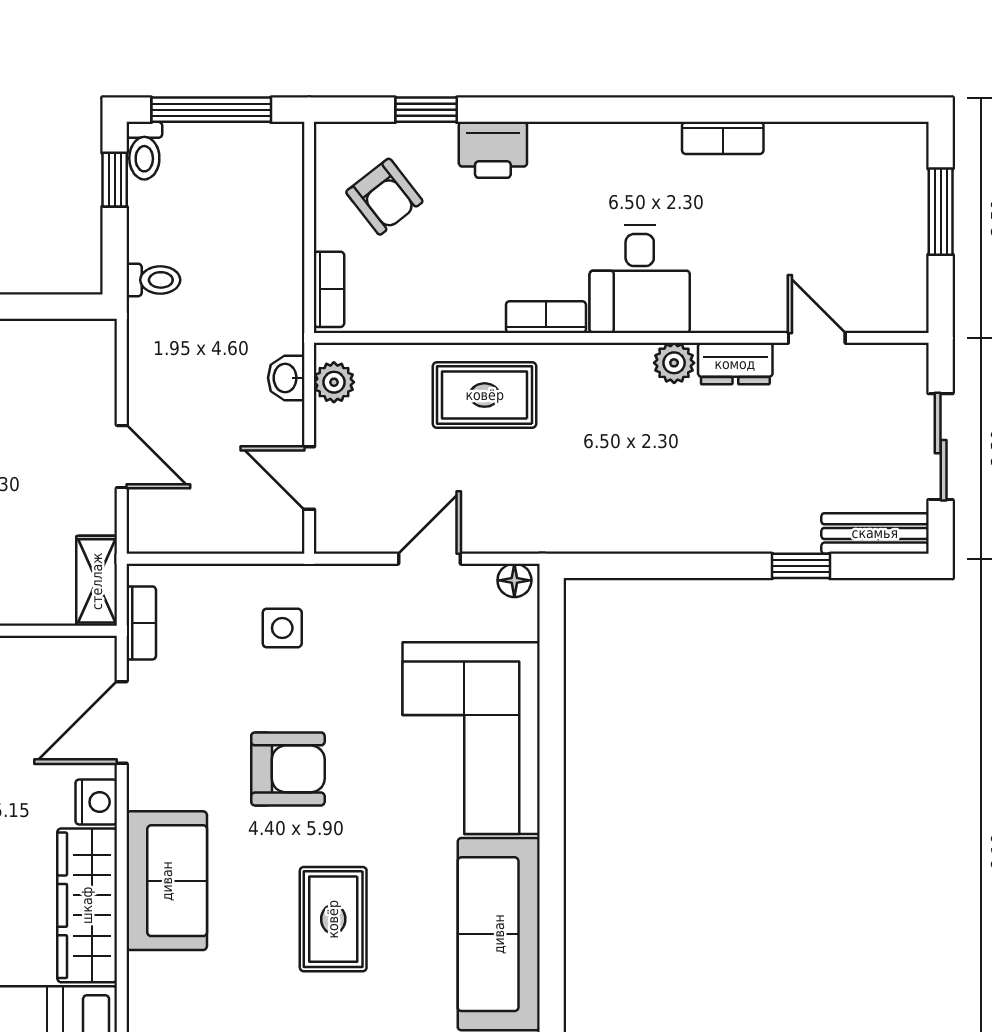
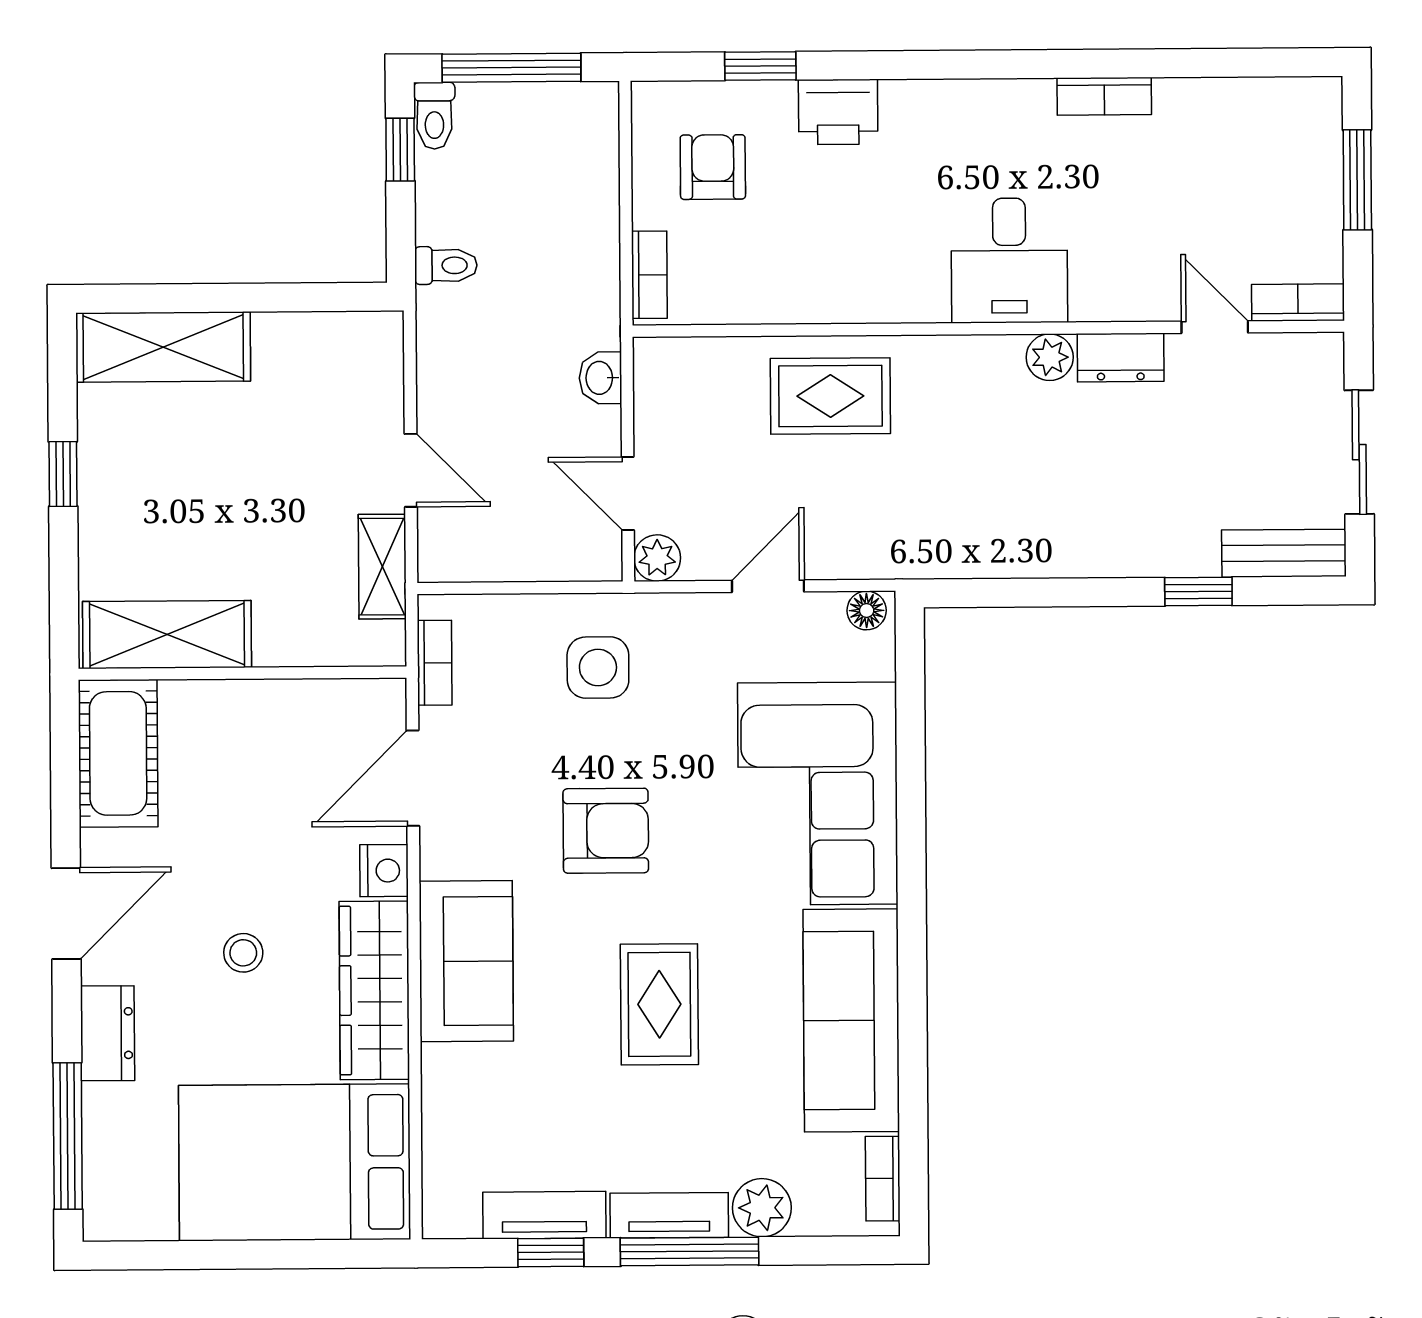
armchair: (384, 197) -> (713, 167), turned -142
bookcase: (546, 317) -> (1298, 302), moved
plant: (334, 382) -> (657, 558), moved
shelving: (97, 581) -> (382, 567), moved
side table: (282, 628) -> (598, 668), width x1.37, depth x1.37

